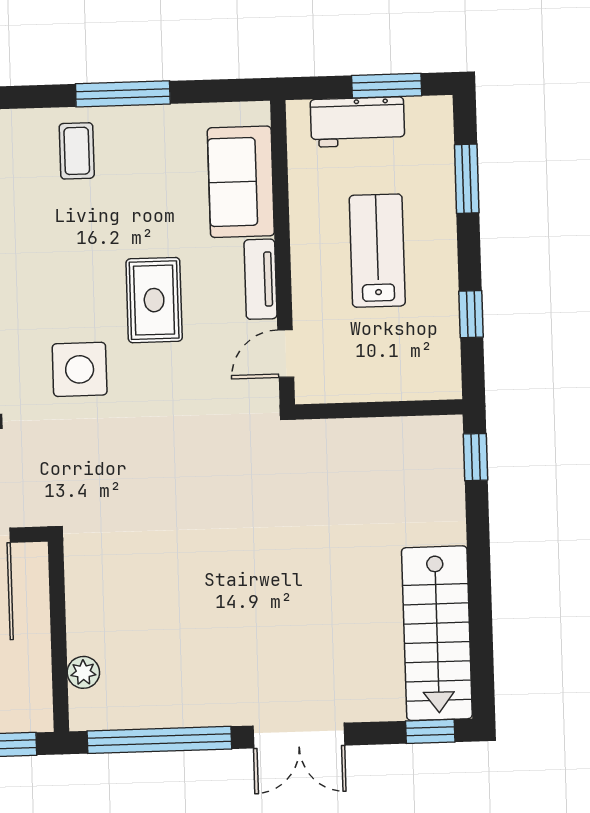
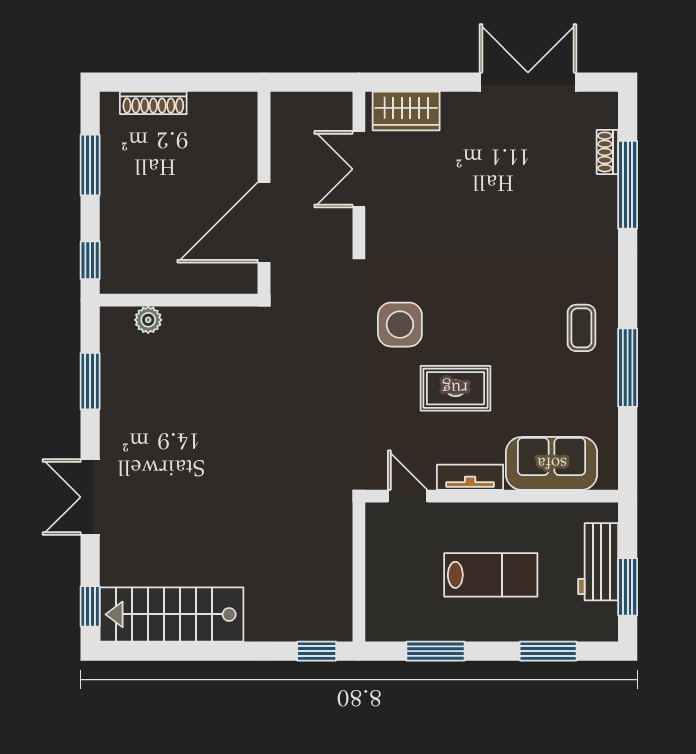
coffee table: (77, 151) -> (581, 328), turned 90
window: (471, 314) -> (436, 651), width x1.50
window: (159, 740) -> (90, 381), width x0.47

